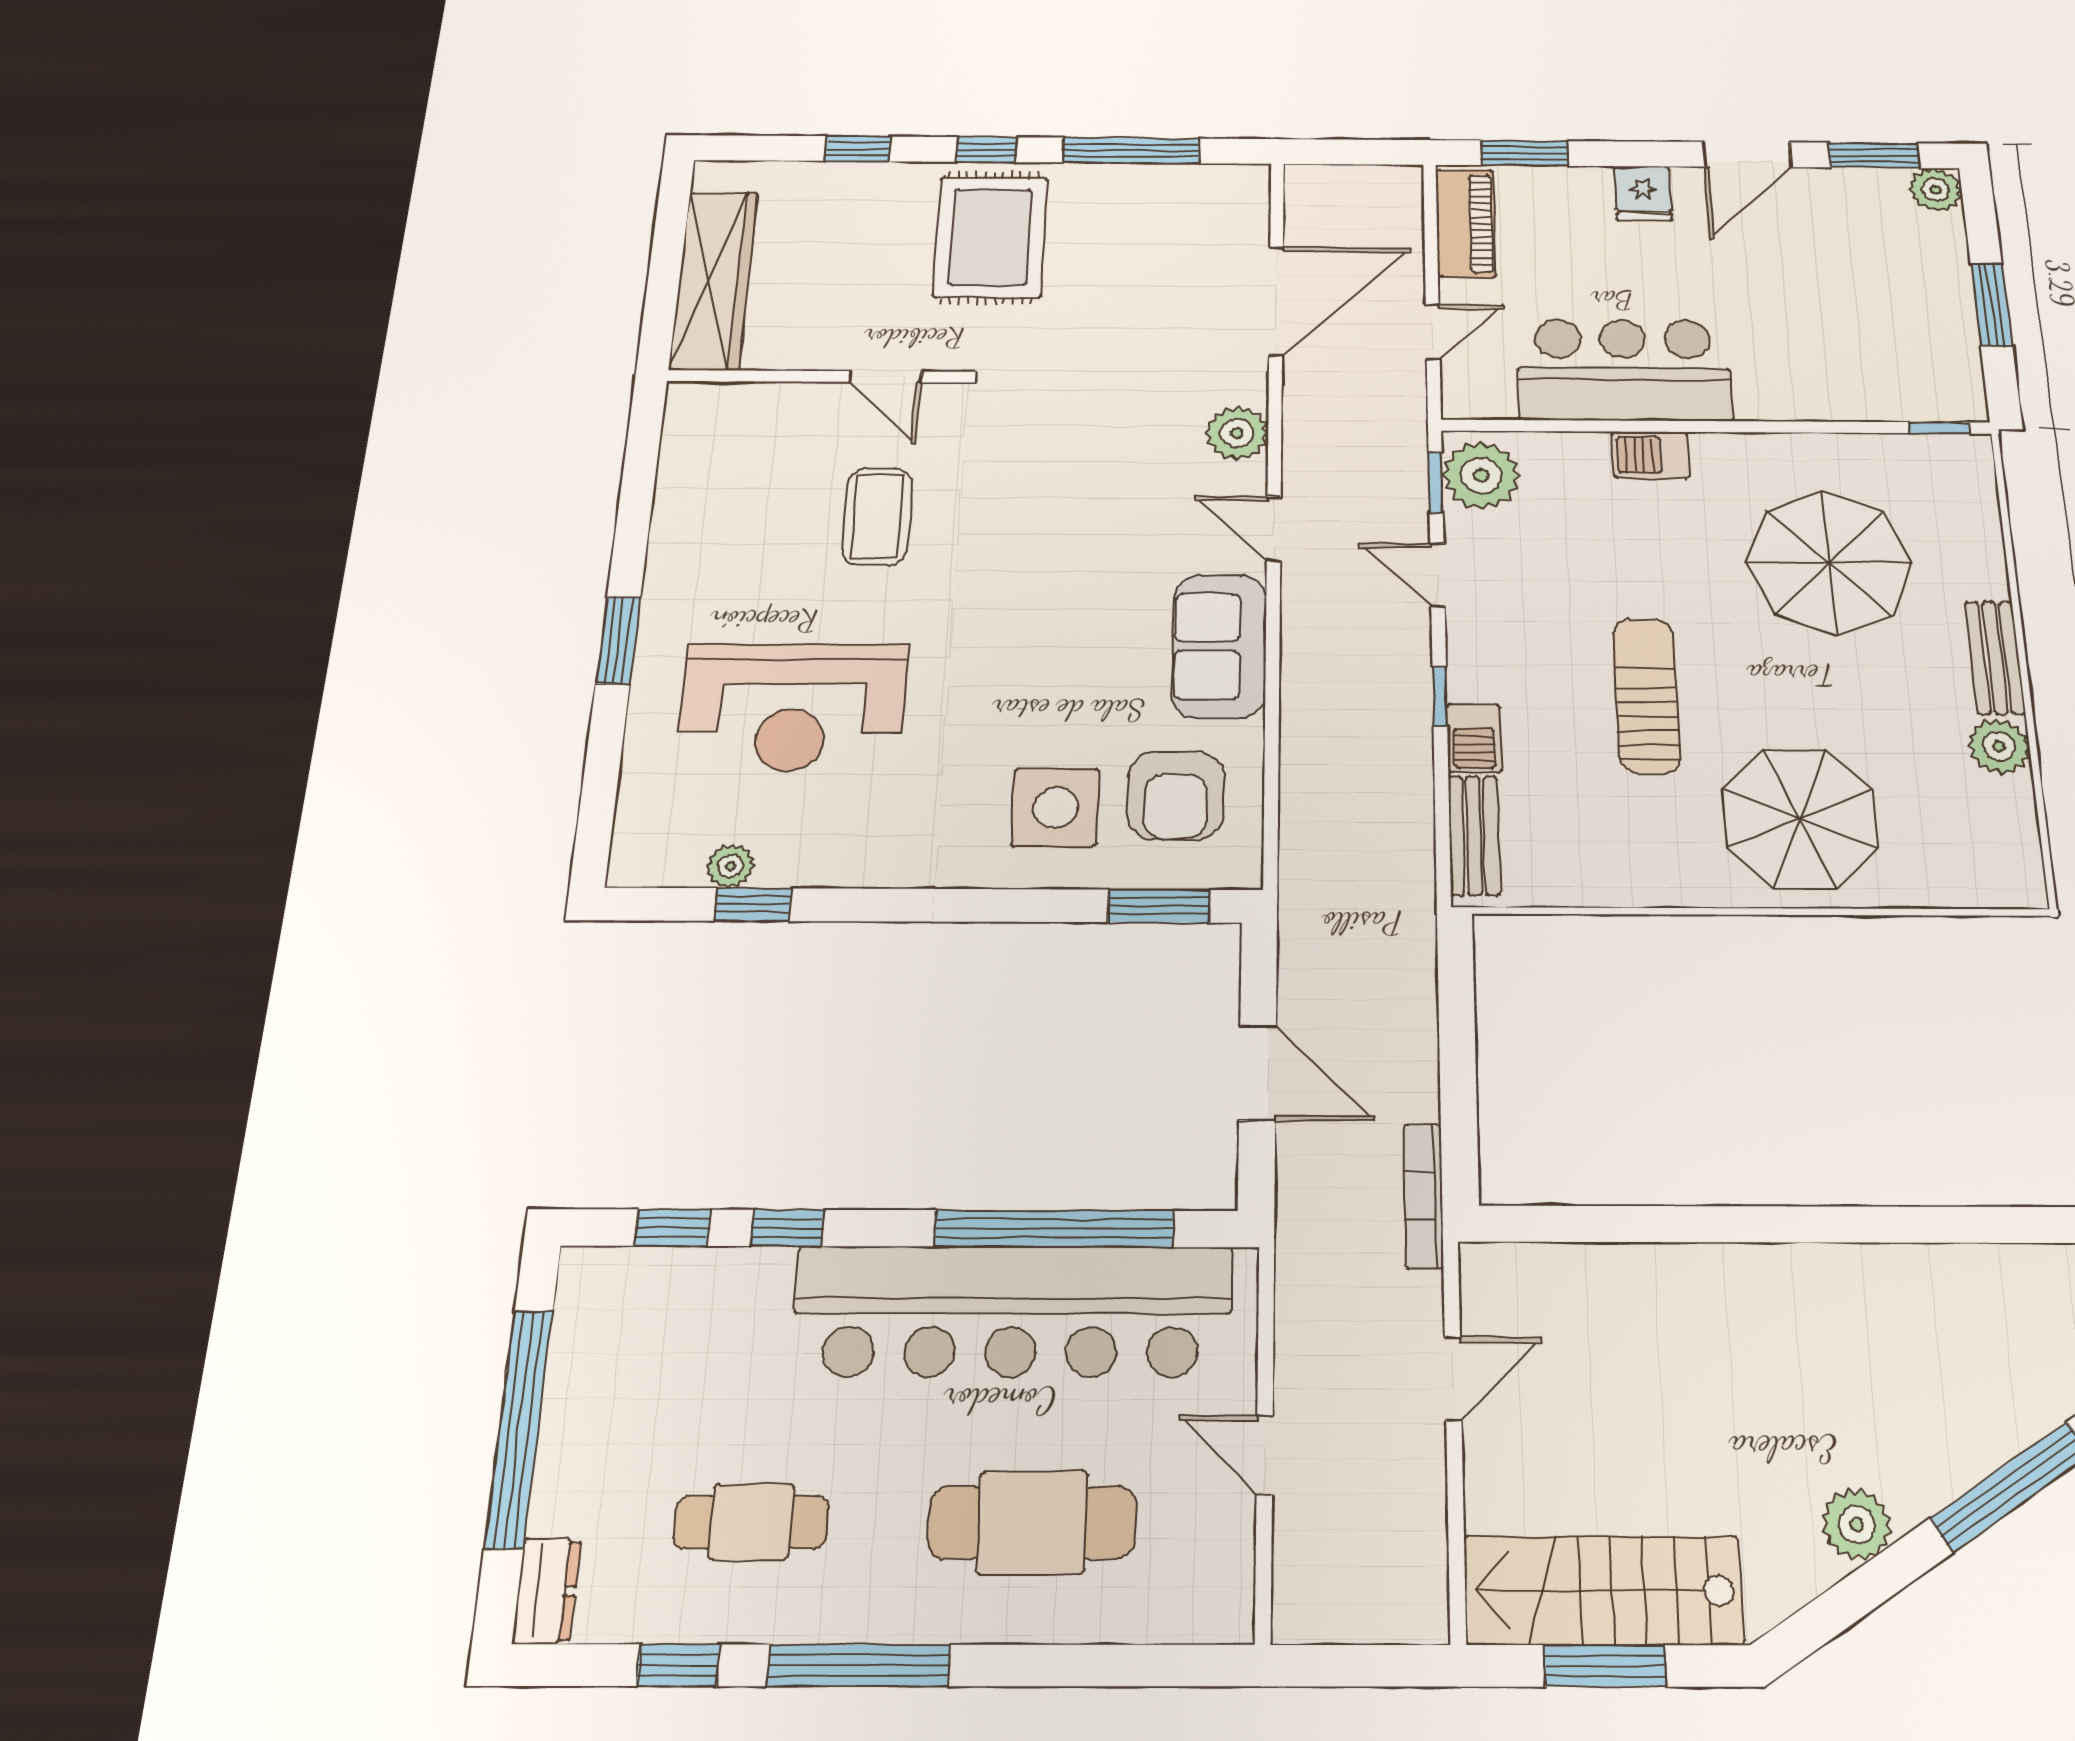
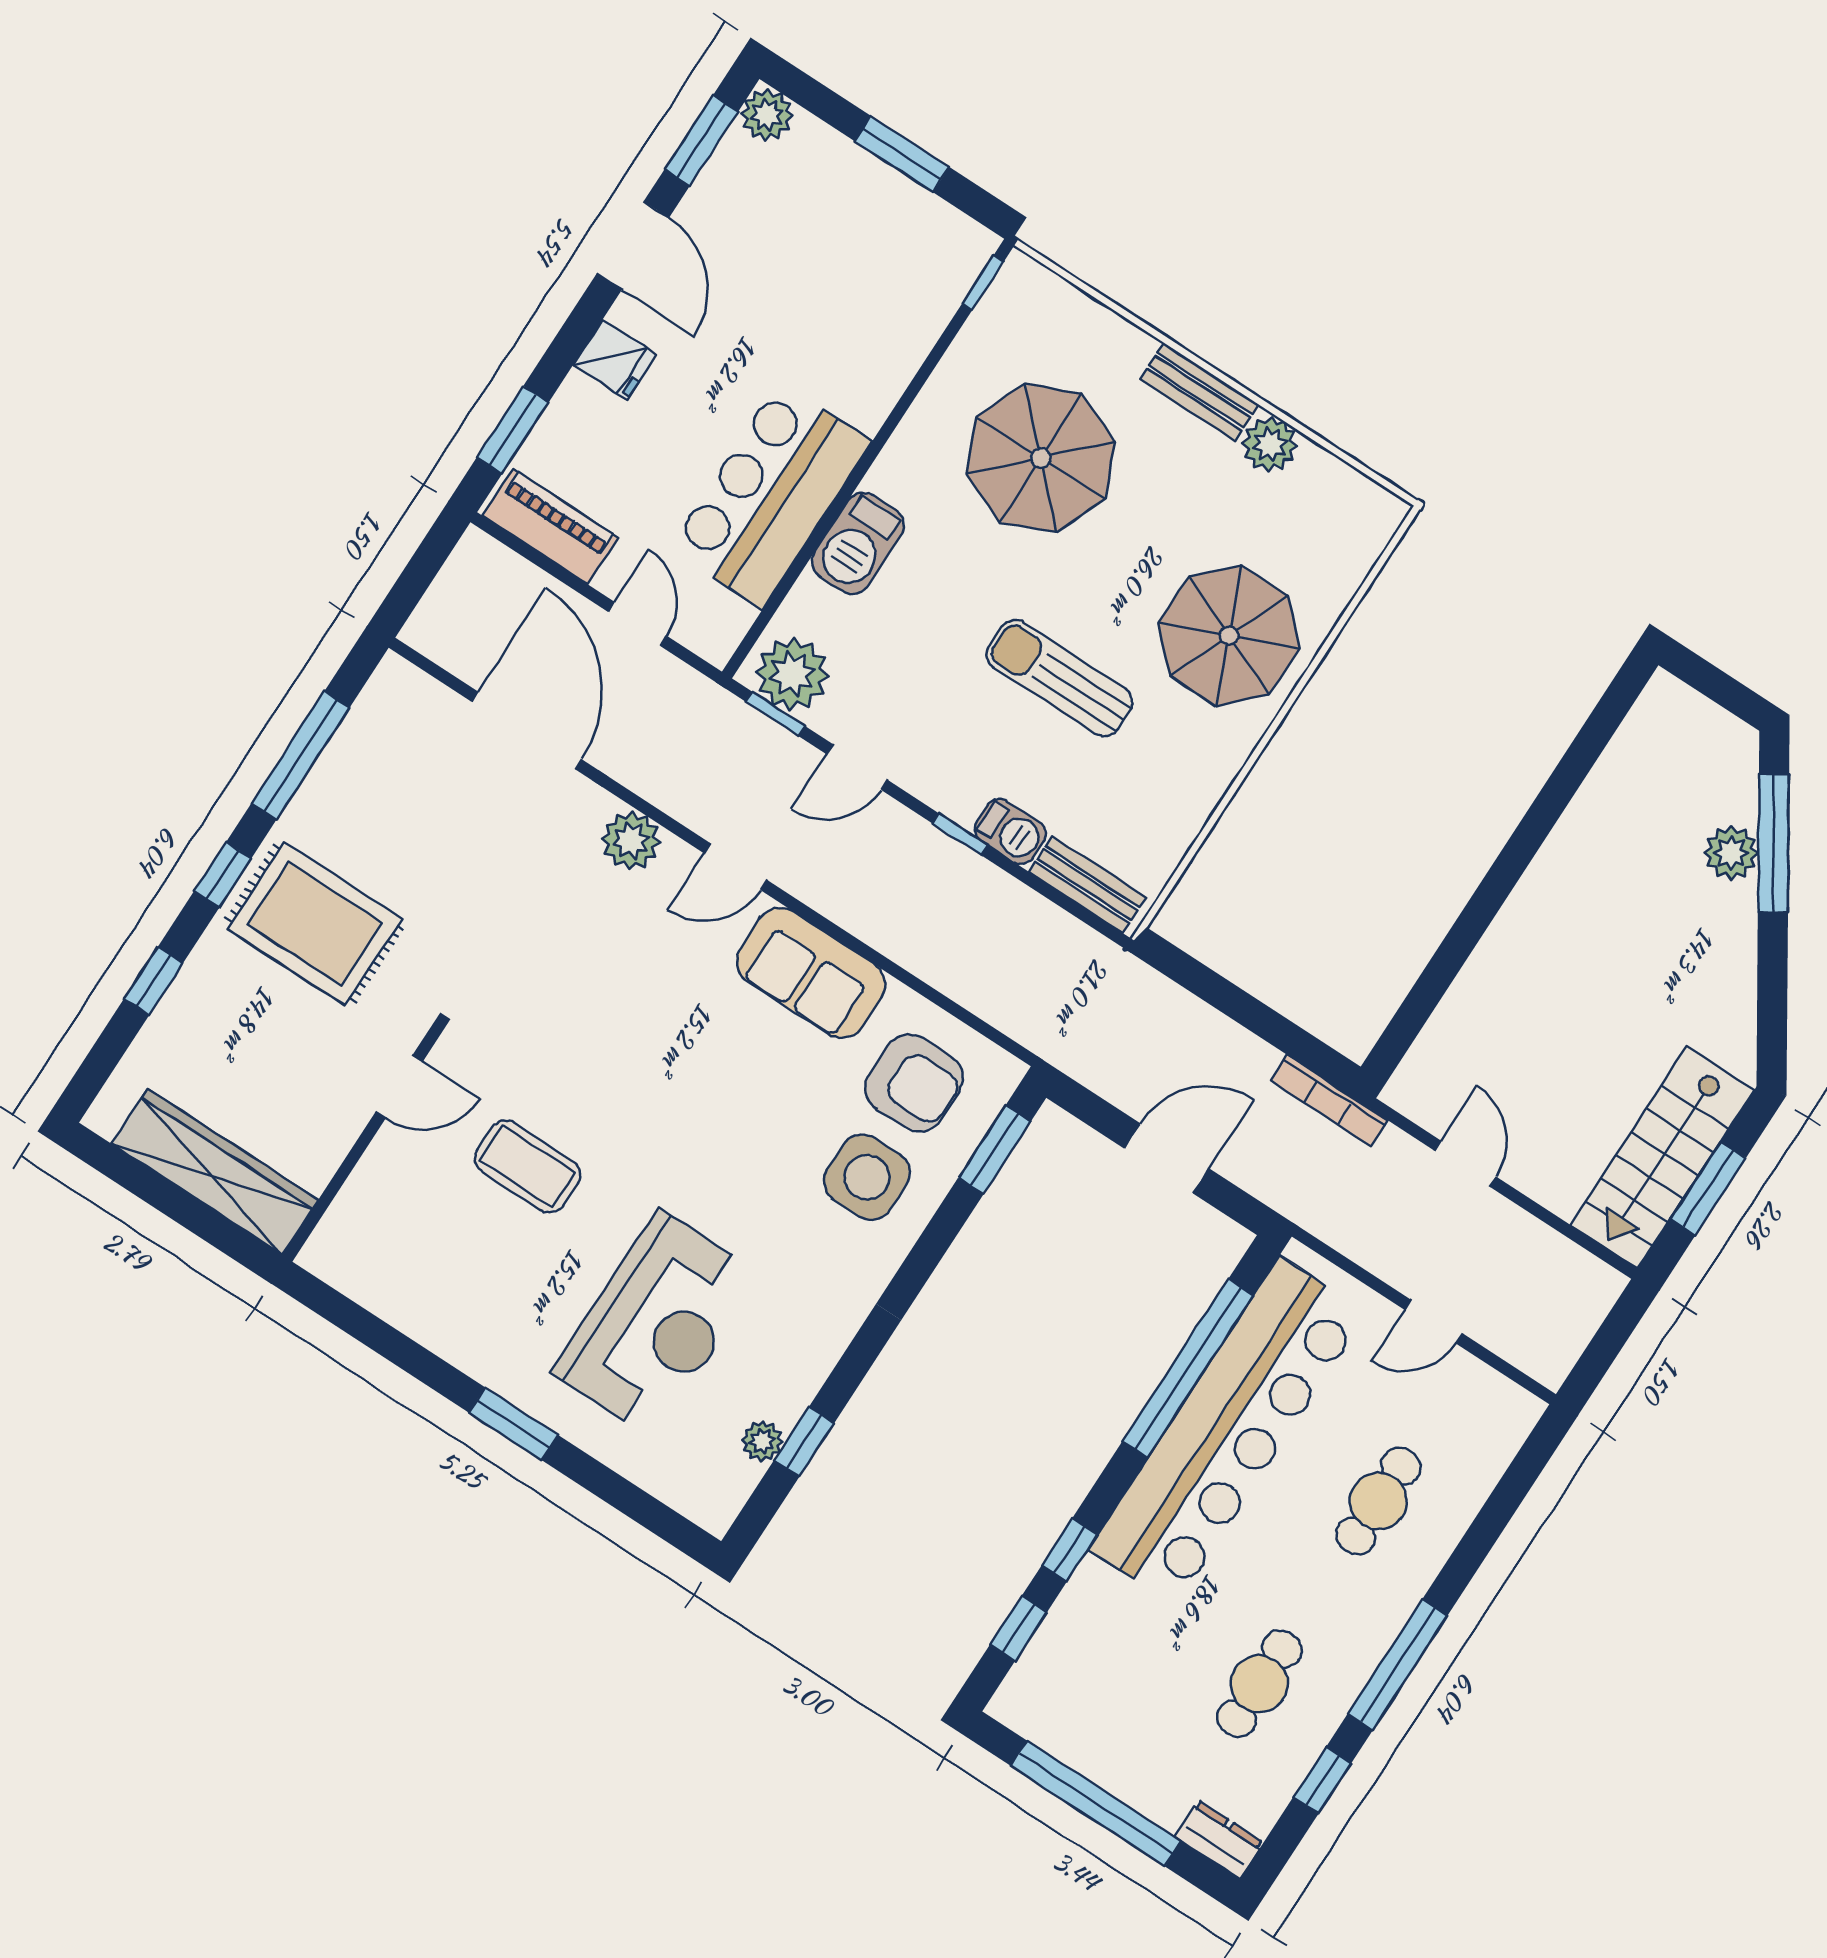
barbecue: (1650, 455) -> (858, 543), width x1.38, depth x1.27
cafe table: (1032, 1522) -> (1378, 1501), width x0.73, depth x0.74
plant: (1857, 1525) -> (1731, 853), moved

